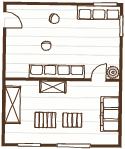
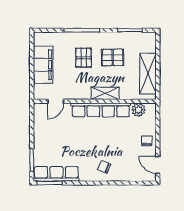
chair: (46, 46) -> (147, 141), moved
plant: (113, 72) -> (138, 110), moved
pallet: (72, 120) -> (83, 58), turned 90

